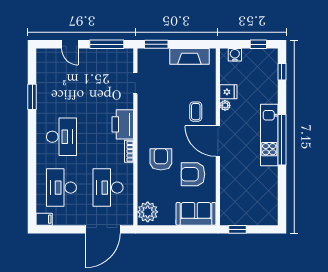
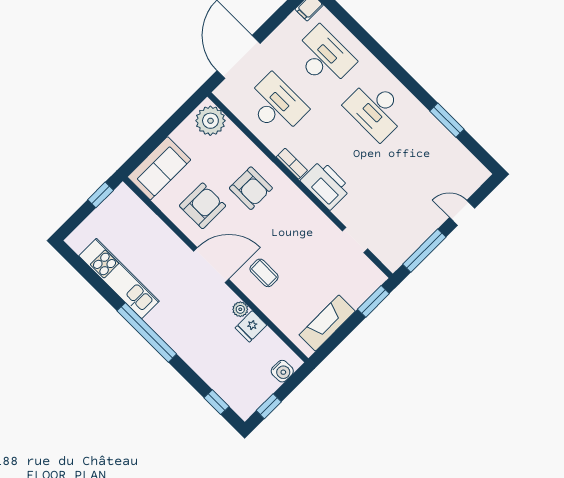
kitchen unit: (269, 135) -> (119, 278), moved

